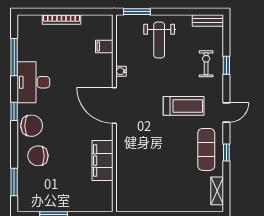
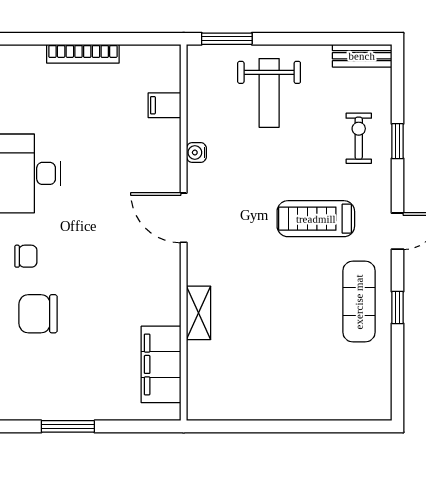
door: (114, 105) -> (184, 218), width x0.73
treadmill: (184, 106) -> (316, 219), turned 180
chair: (32, 126) -> (26, 256), width x0.54, depth x0.54
filing cabinet: (102, 161) -> (161, 364), moved
shelving: (217, 191) -> (199, 313), moved

